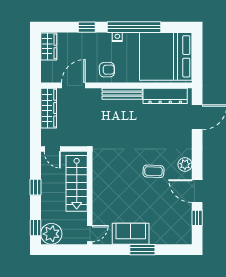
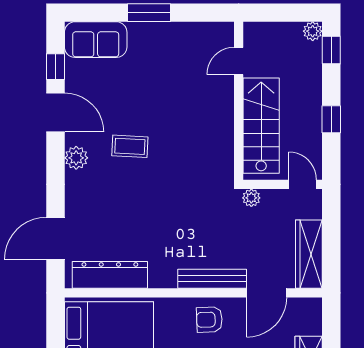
bench: (122, 94) -> (212, 279), moved
plant: (82, 141) -> (251, 198), added
plant: (51, 234) -> (313, 31), width x0.53, depth x0.53
door: (90, 234) -> (239, 61), moved
sofa: (131, 234) -> (96, 40), moved

